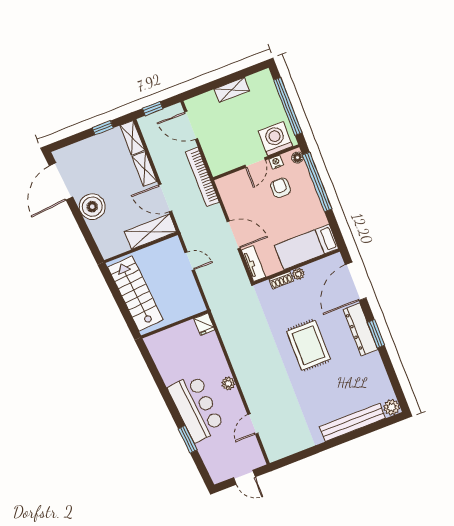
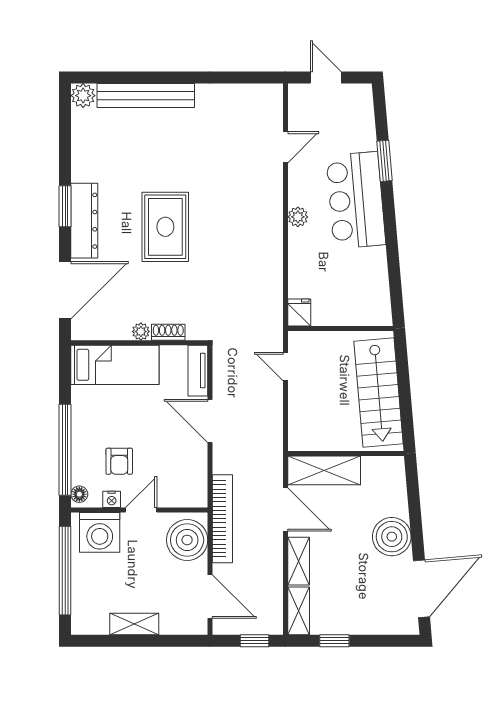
boiler: (219, 155) -> (187, 540), added
door: (190, 261) -> (285, 367), moved

